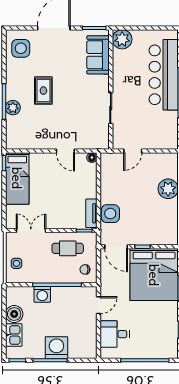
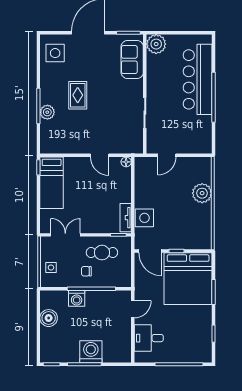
chair: (85, 269) -> (86, 271), moved
kitchen sink: (14, 335) -> (48, 339), removed

